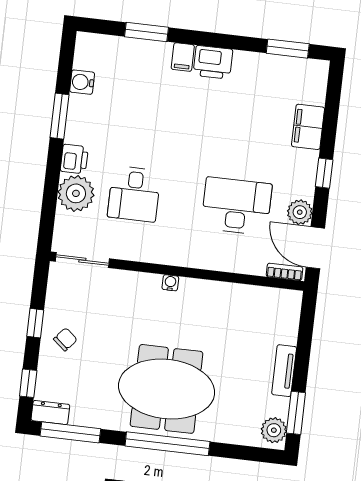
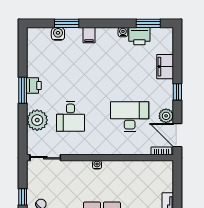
water cooler: (242, 59) -> (123, 32), added
printer: (213, 62) -> (139, 36), moved
water cooler: (82, 82) -> (58, 34), moved, turned 90
window: (60, 116) -> (23, 90), moved
printer: (74, 159) -> (34, 85), moved

